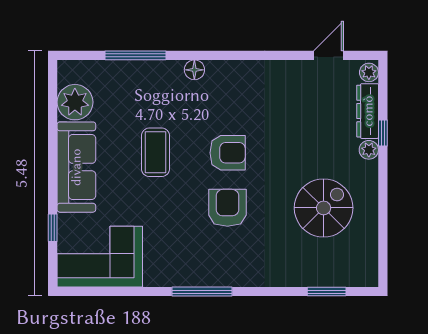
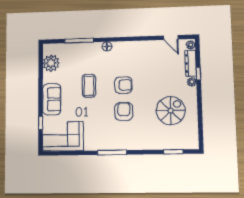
door: (328, 55) -> (171, 38), swing flipped
sofa: (76, 167) -> (52, 99), width x0.73

